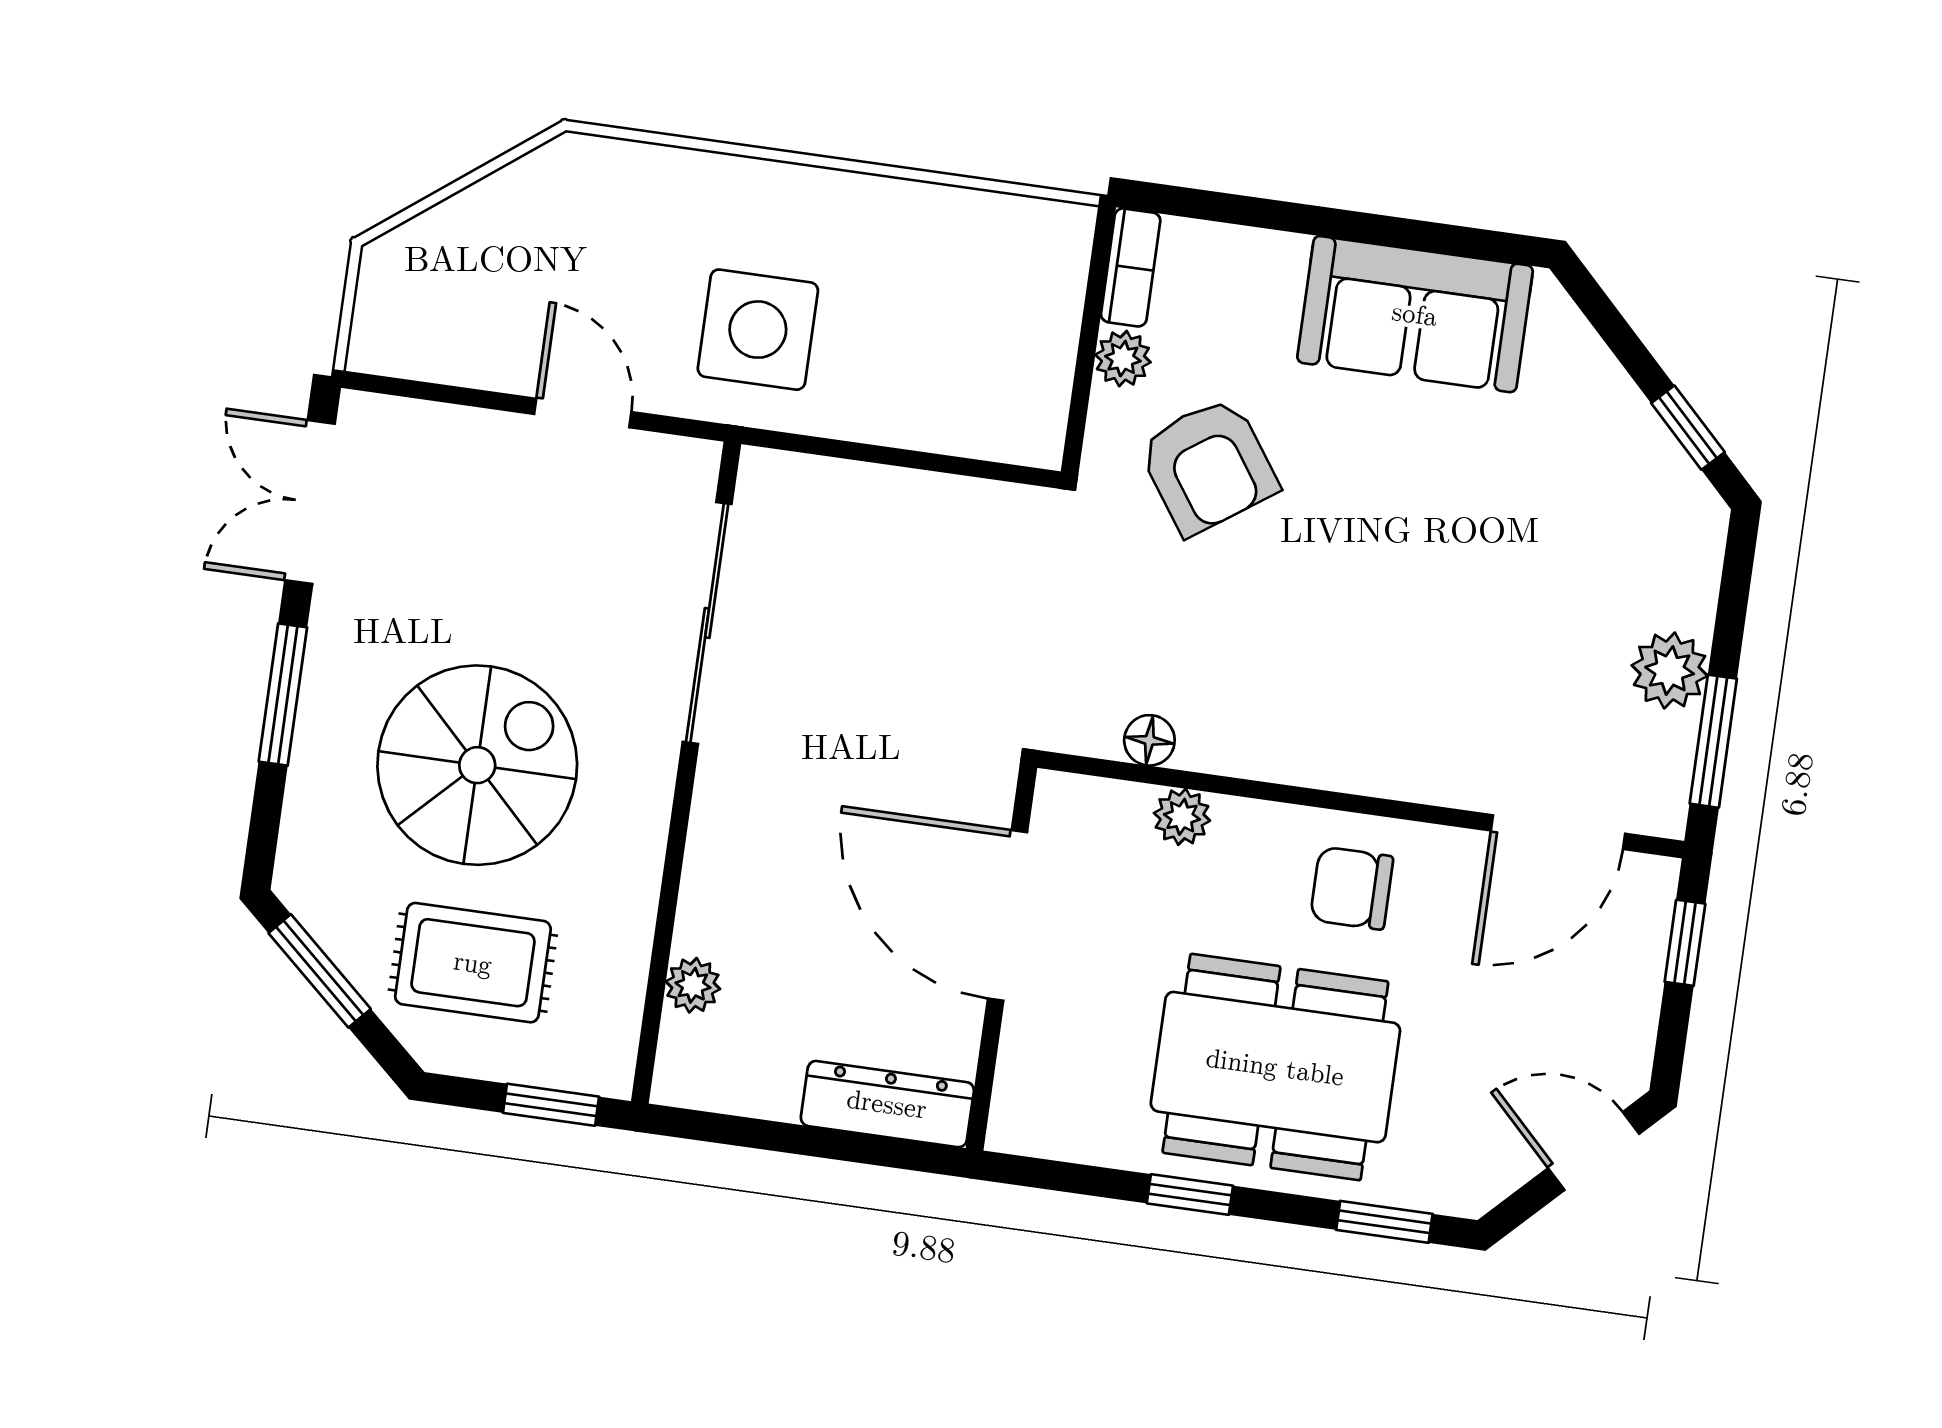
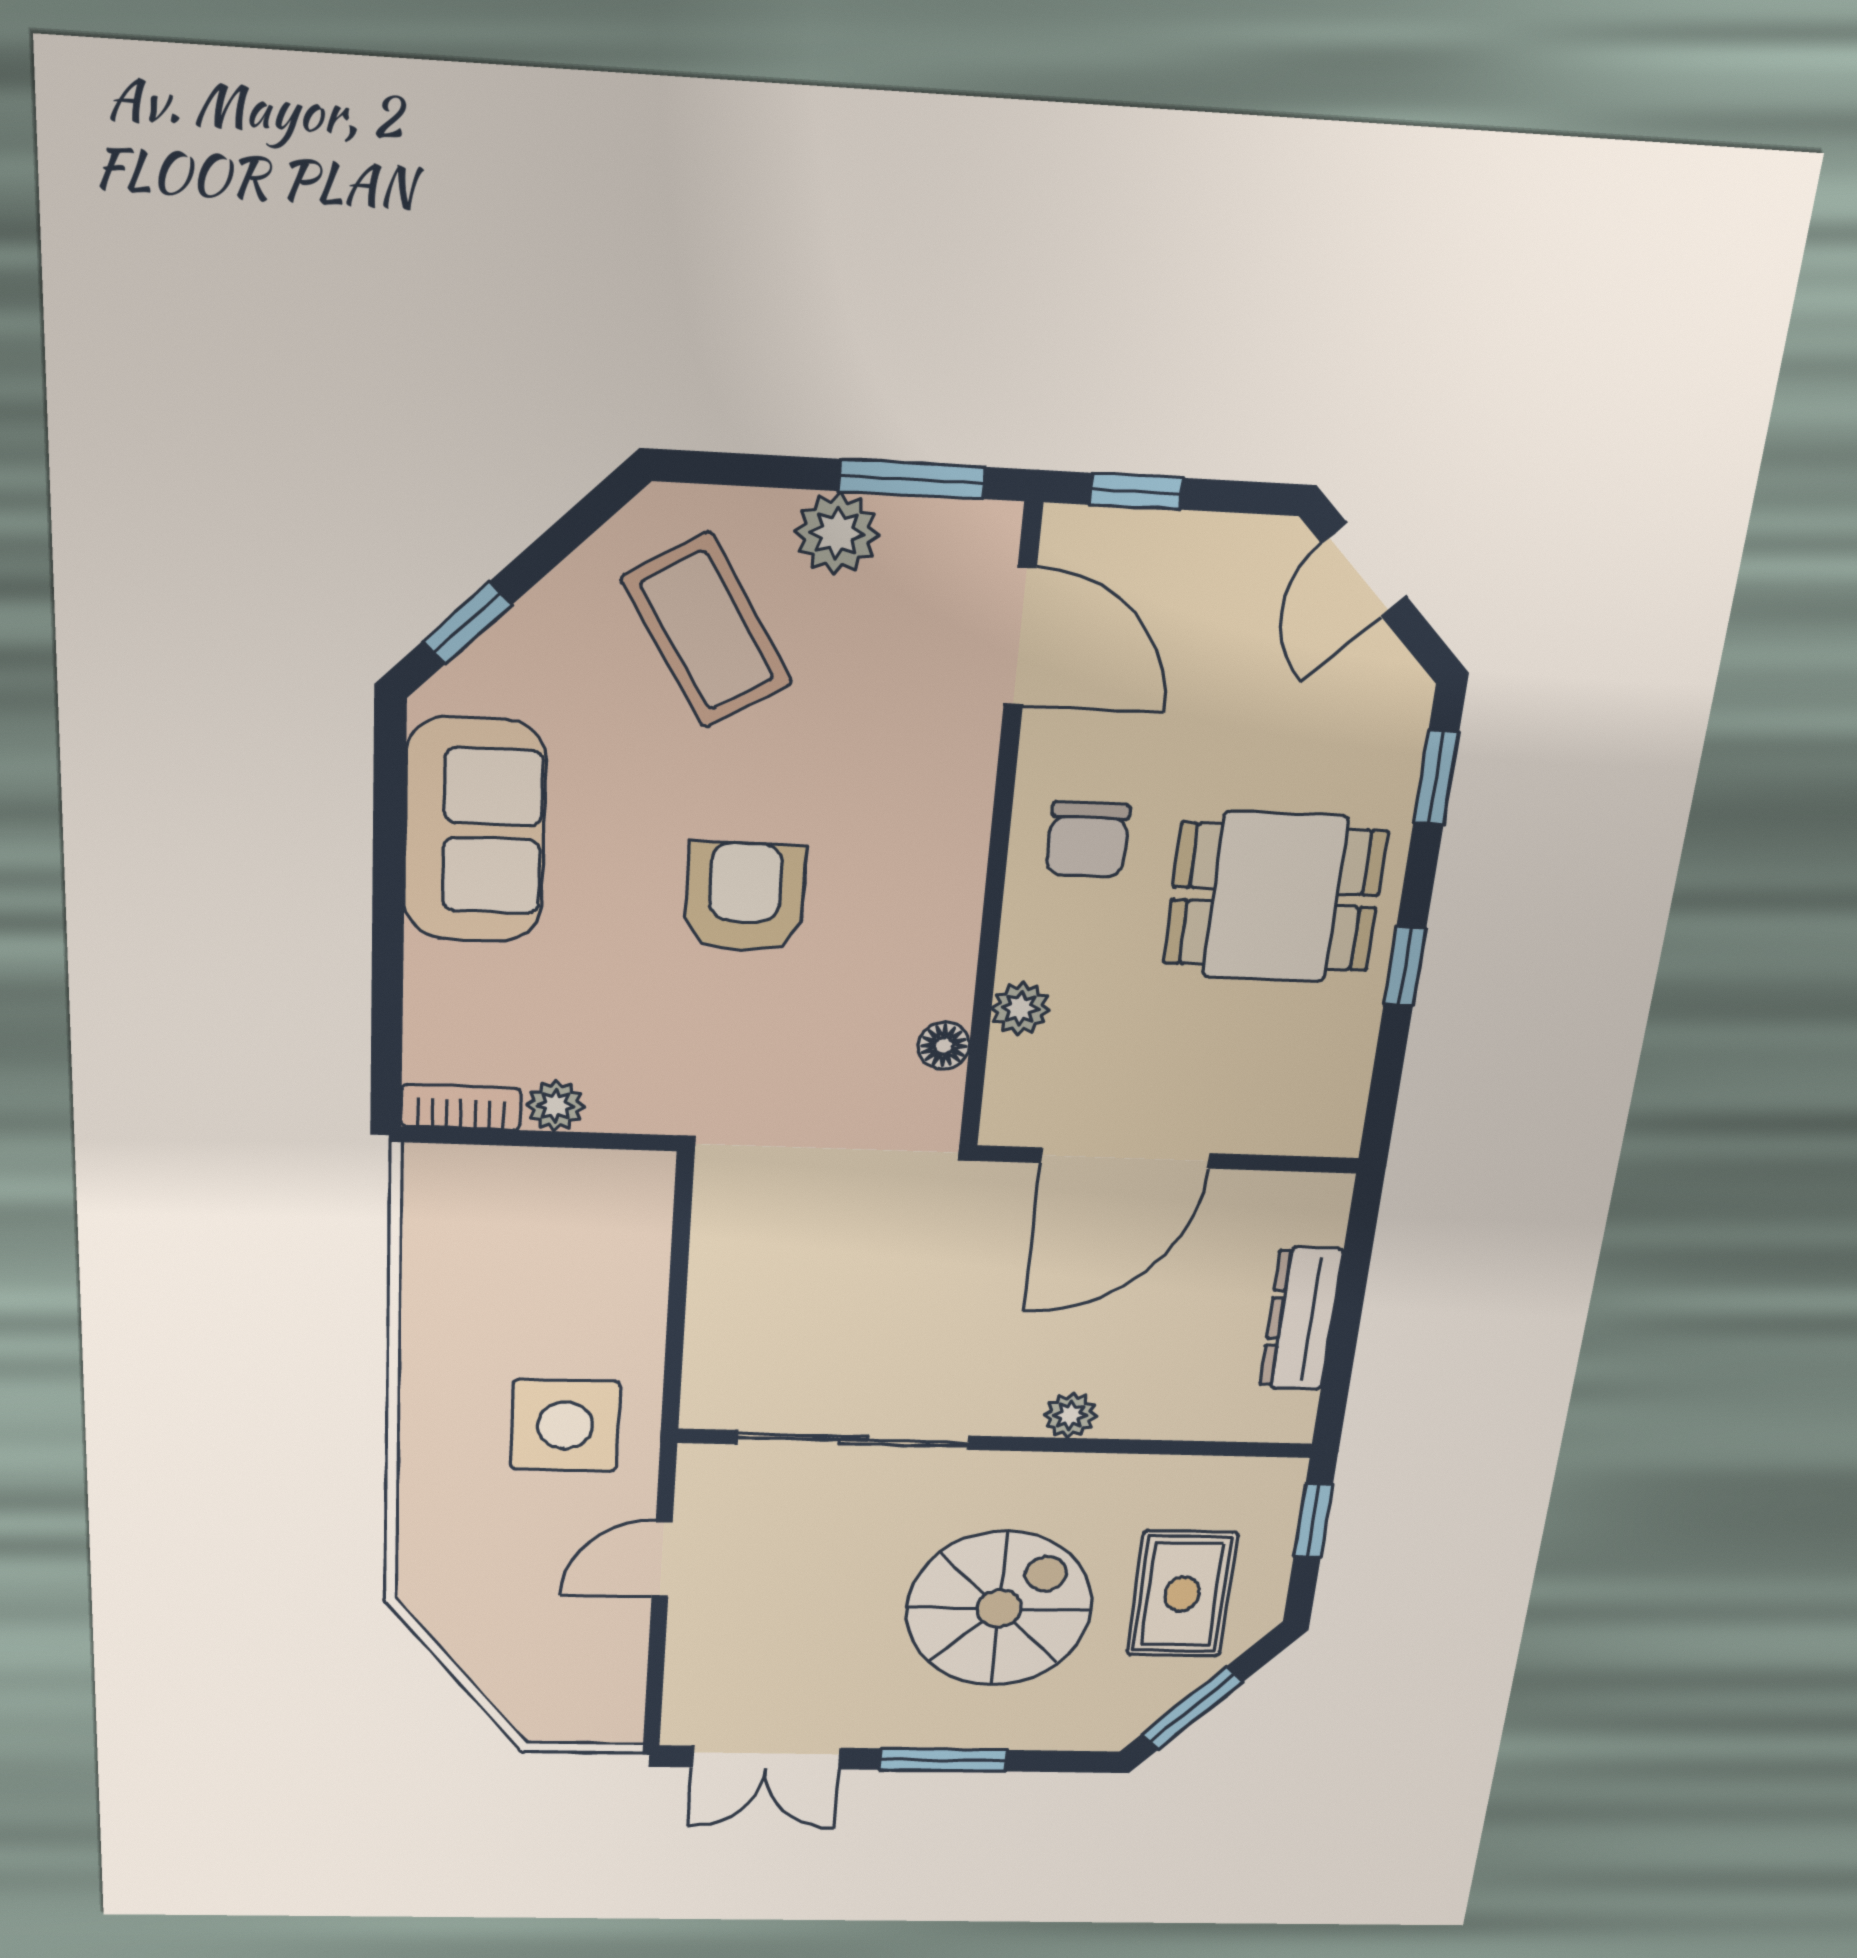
window: (1688, 428) -> (467, 623), moved
armchair: (1208, 466) -> (745, 898), moved, turned -55
coffee table: (1589, 546) -> (707, 630), added
spiral stairs: (477, 765) -> (999, 1609), turned 90
plant: (693, 985) -> (1070, 1415), moved
dining table: (1275, 1067) -> (1275, 897), width x0.73
dresser: (887, 1104) -> (1301, 1319), moved

